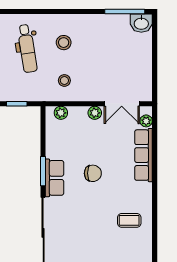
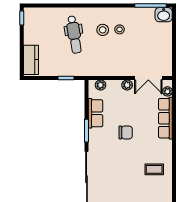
stool: (64, 80) -> (120, 29), moved
row of seats: (55, 178) -> (96, 113), moved

